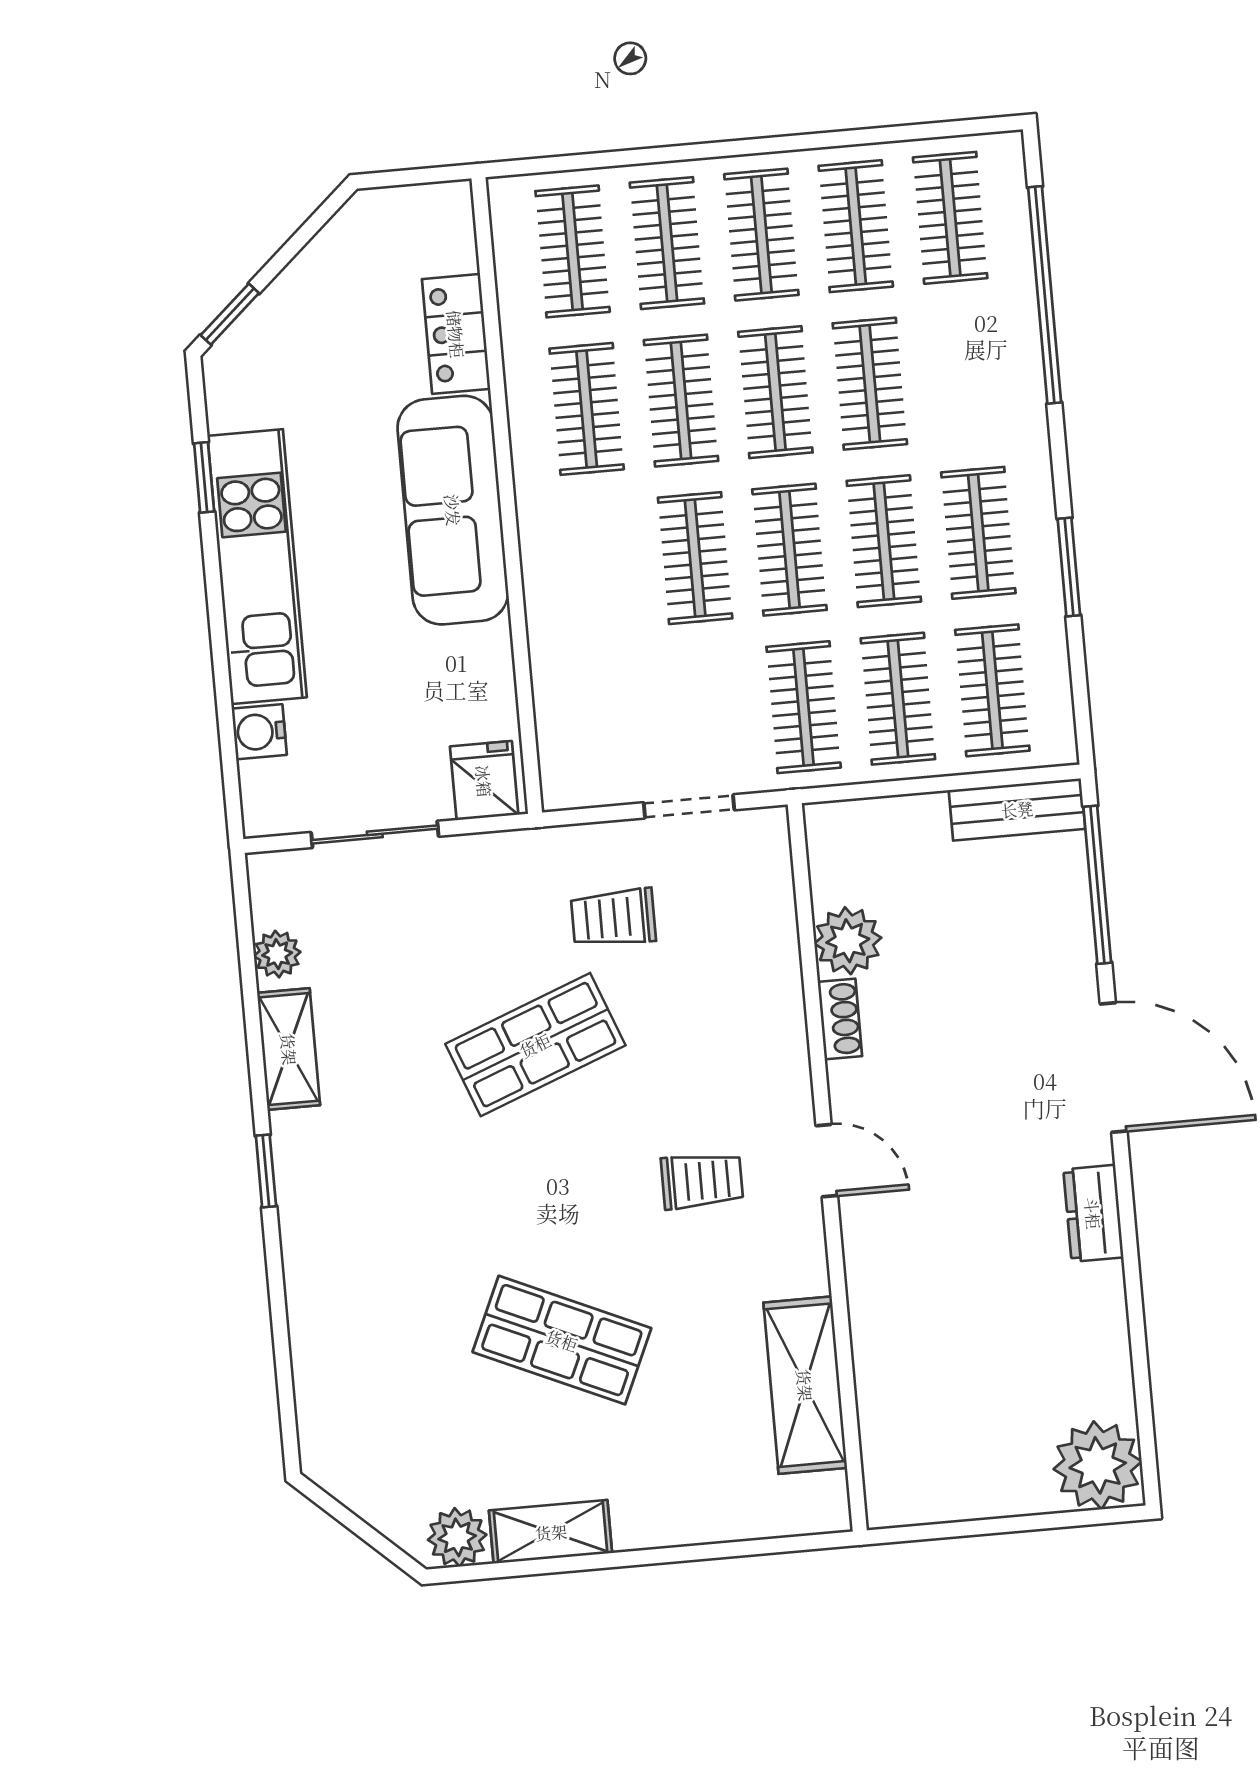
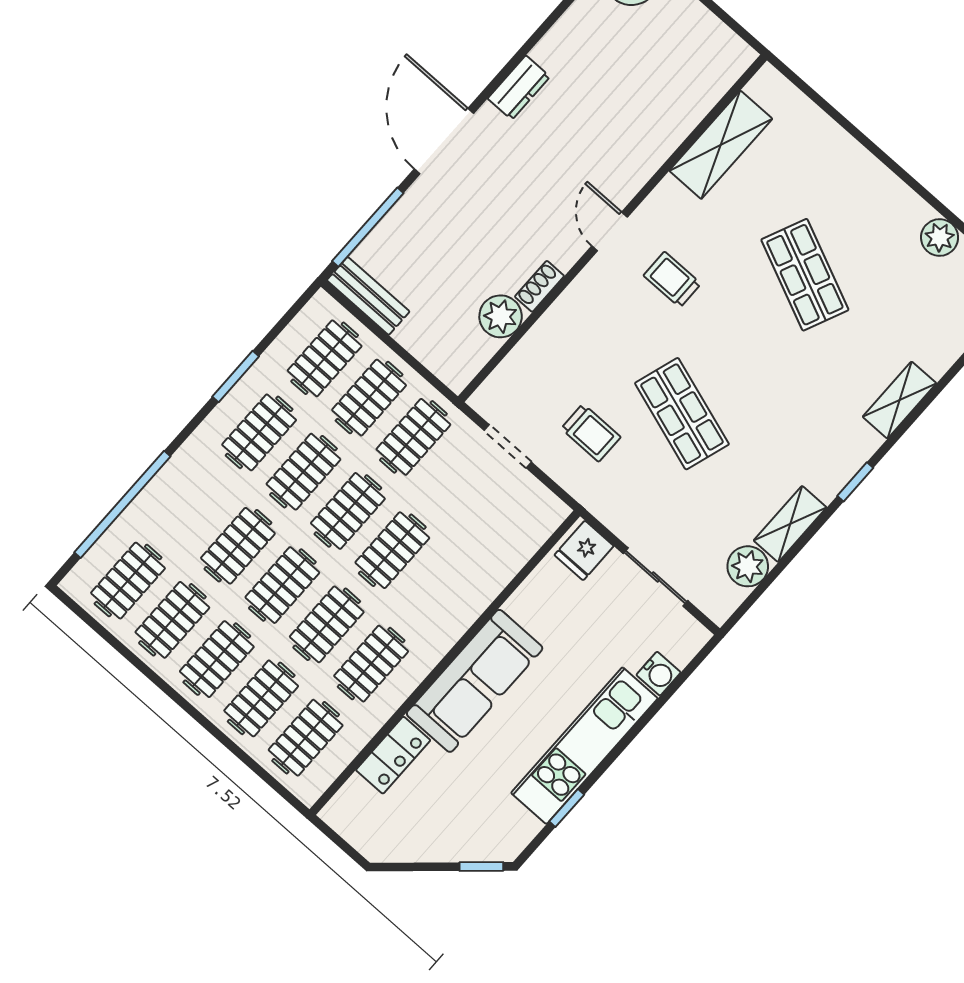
plant: (277, 954) -> (748, 566), width x1.38, depth x1.38
shop shelf: (535, 1045) -> (682, 414), turned 39
shelving: (551, 1532) -> (900, 400), moved, turned 90

